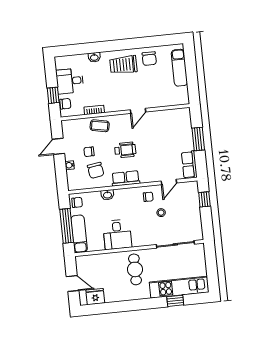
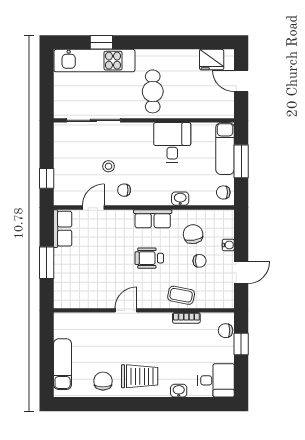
desk: (70, 81) -> (216, 380), moved
window: (67, 226) -> (241, 161), width x0.69

